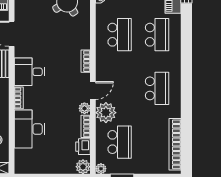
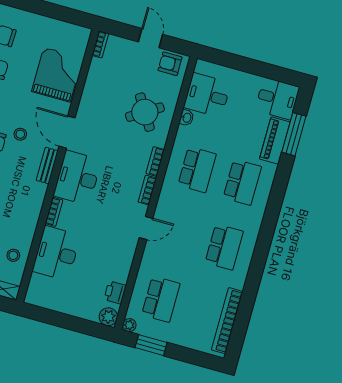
desk: (29, 72) -> (77, 178), width x1.37
plant: (84, 108) -> (130, 247), removed
plant: (106, 113) -> (154, 259), removed
bookcase: (86, 126) -> (155, 161), moved

